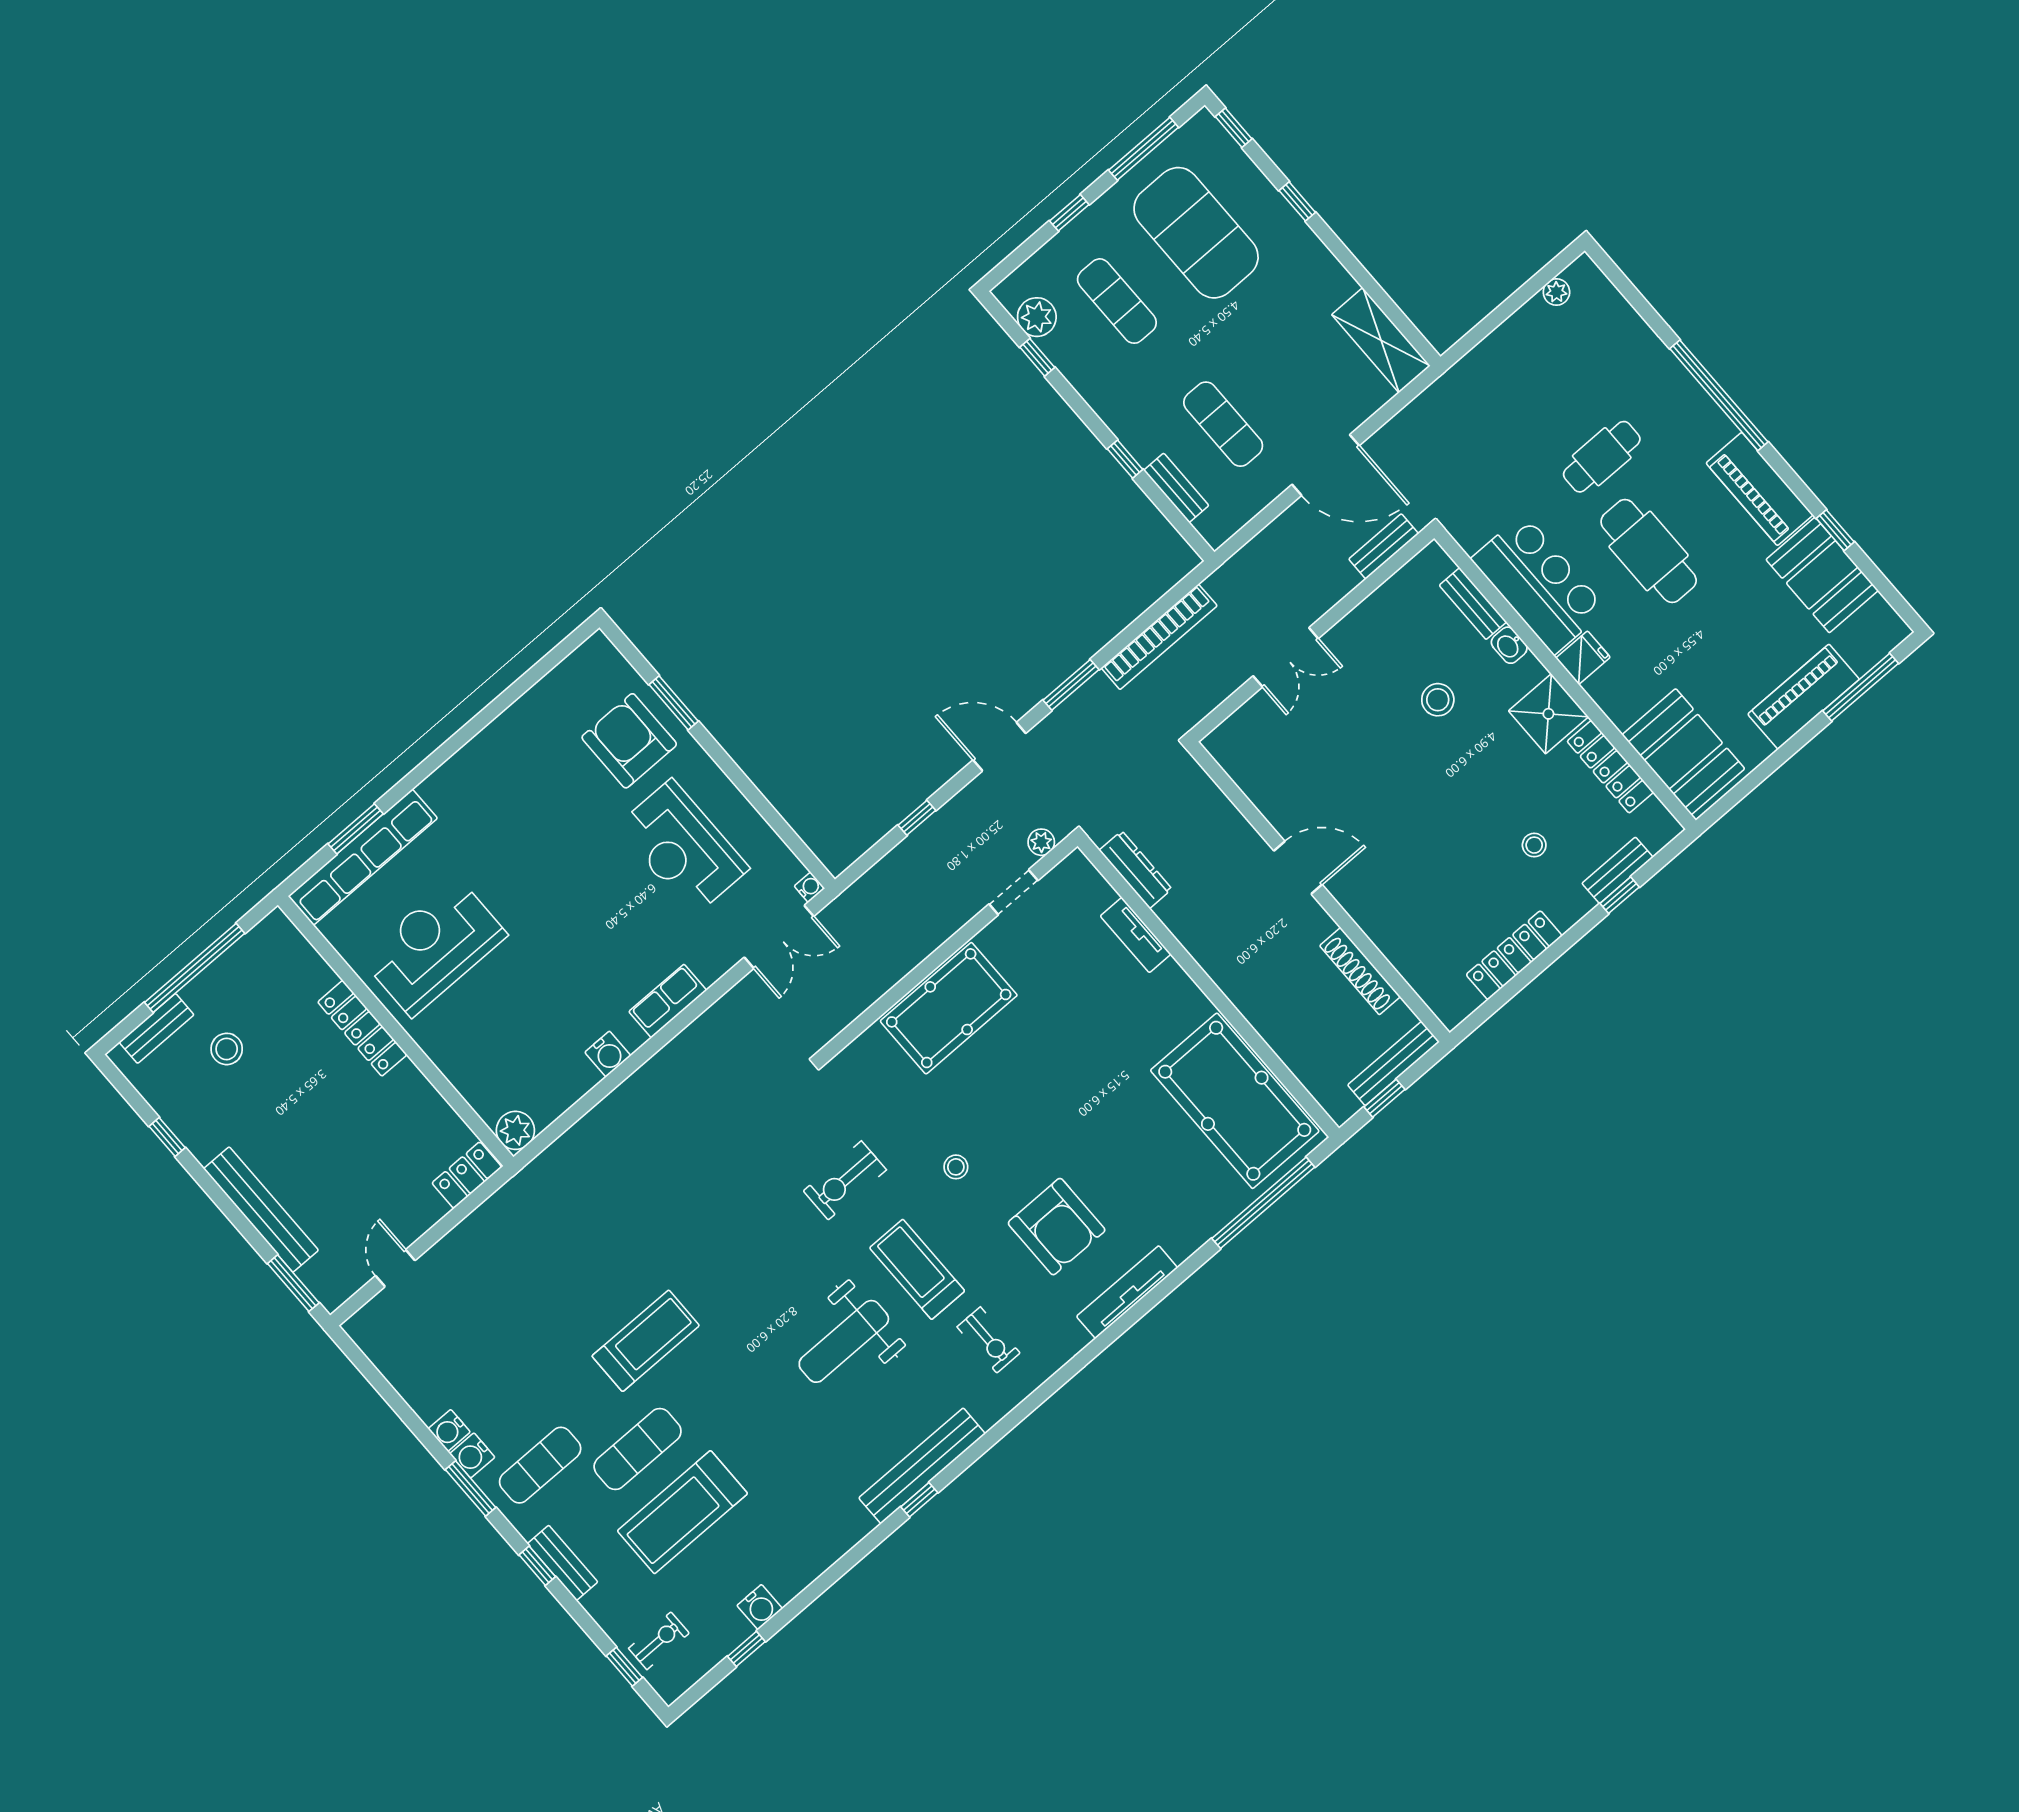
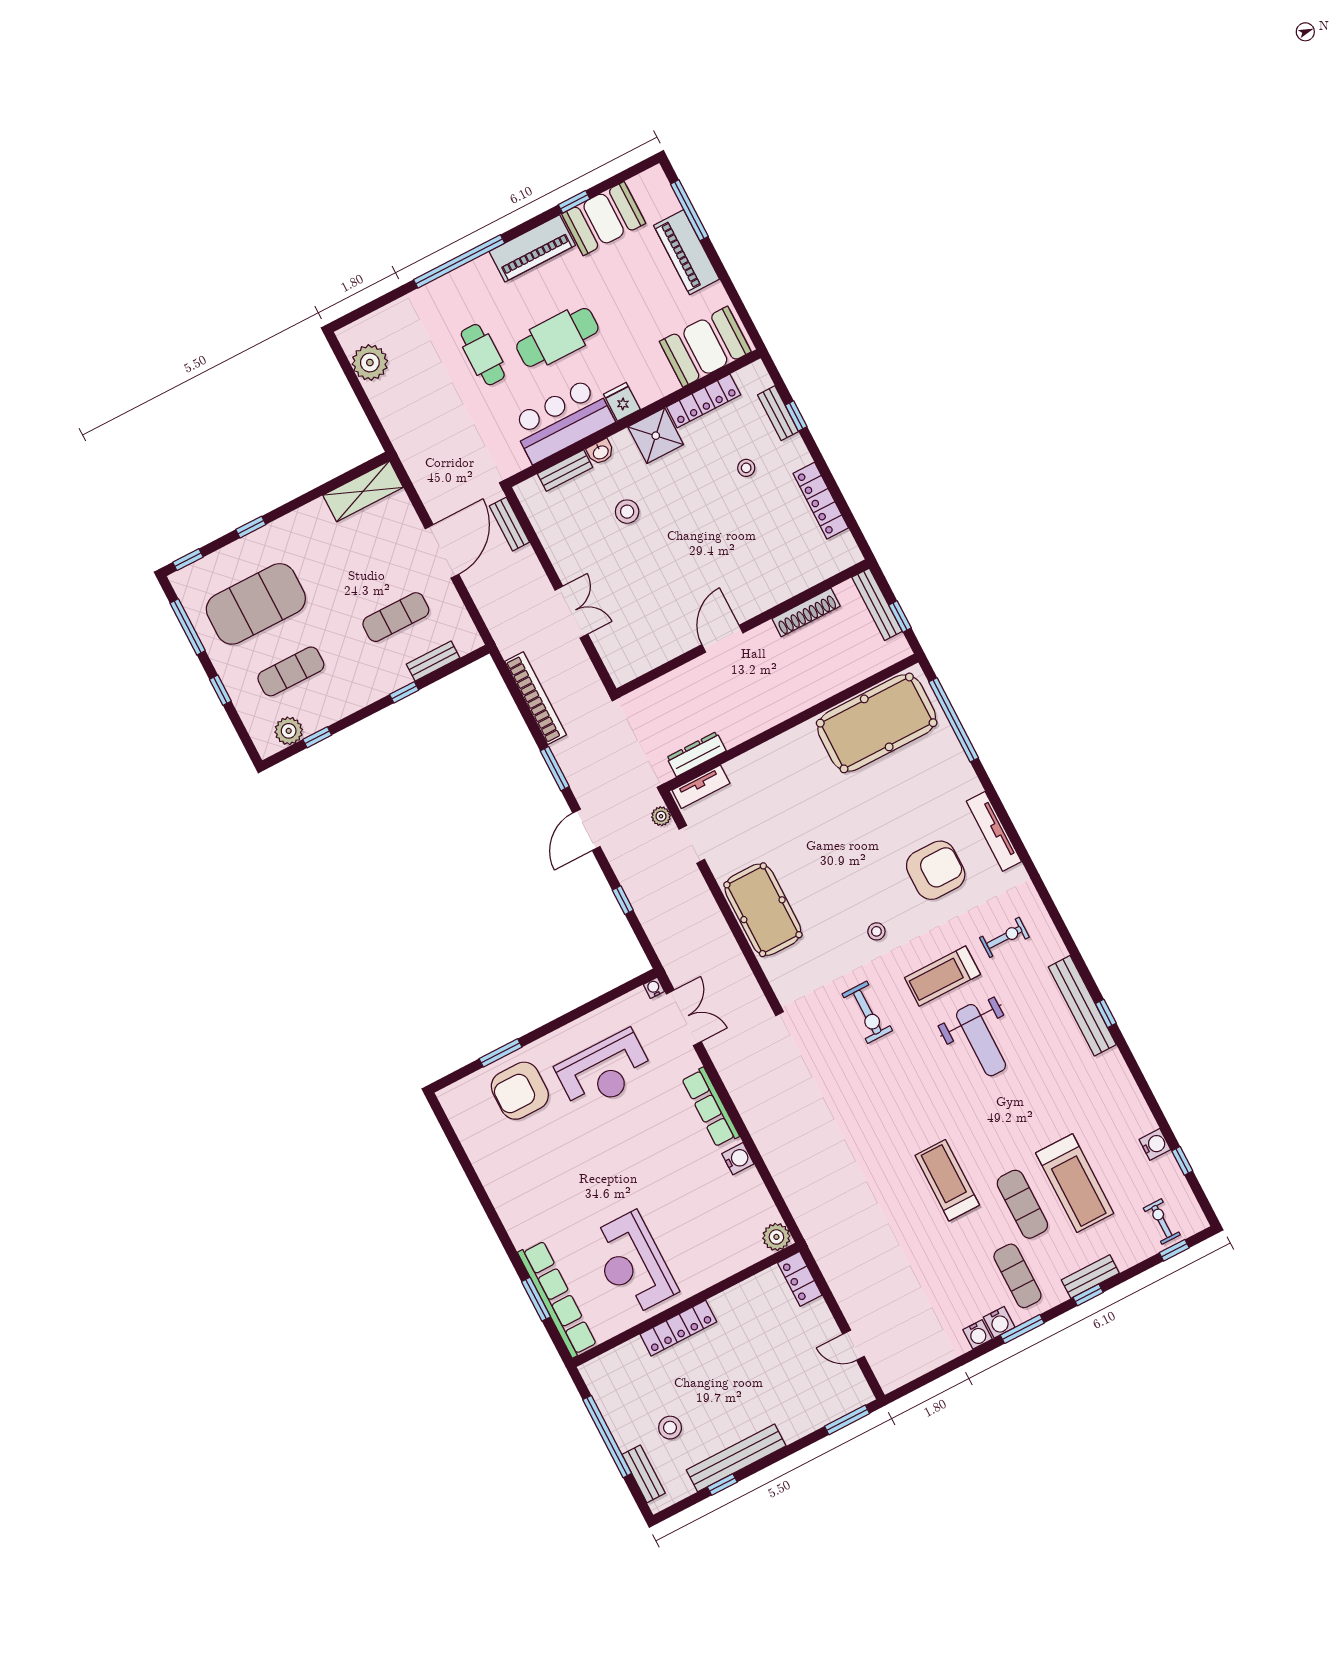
plant: (1556, 292) -> (370, 363), width x1.88, depth x1.88
tv unit: (1136, 935) -> (701, 787), moved
row of seats: (668, 1001) -> (710, 1107), width x1.48
bench: (261, 1210) -> (736, 1458), moved

